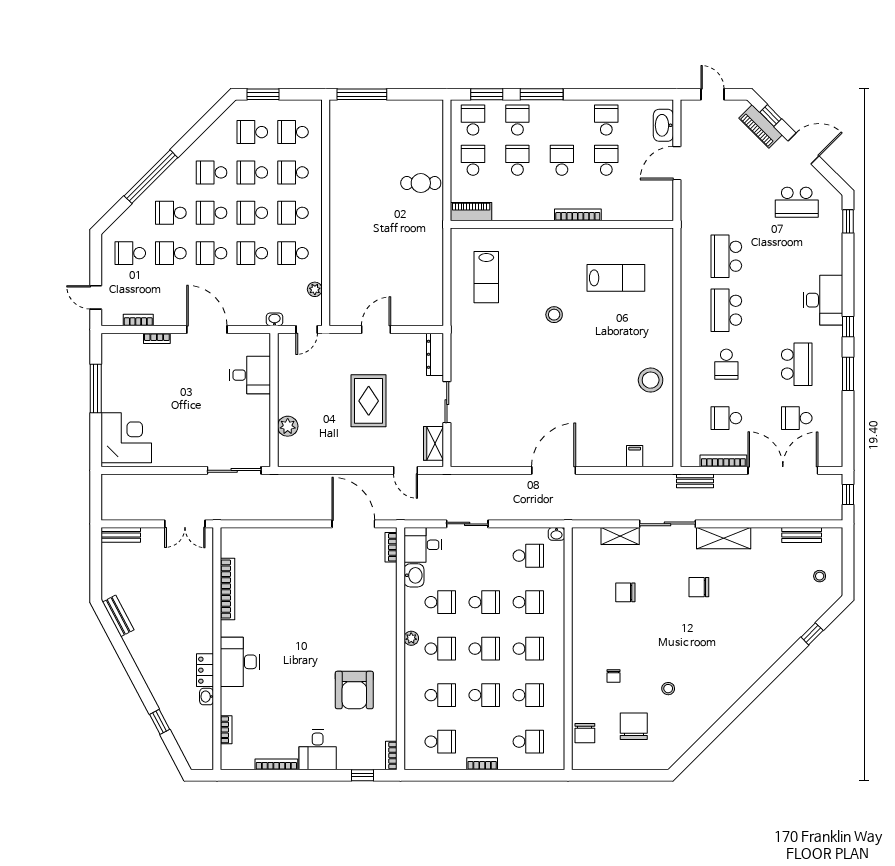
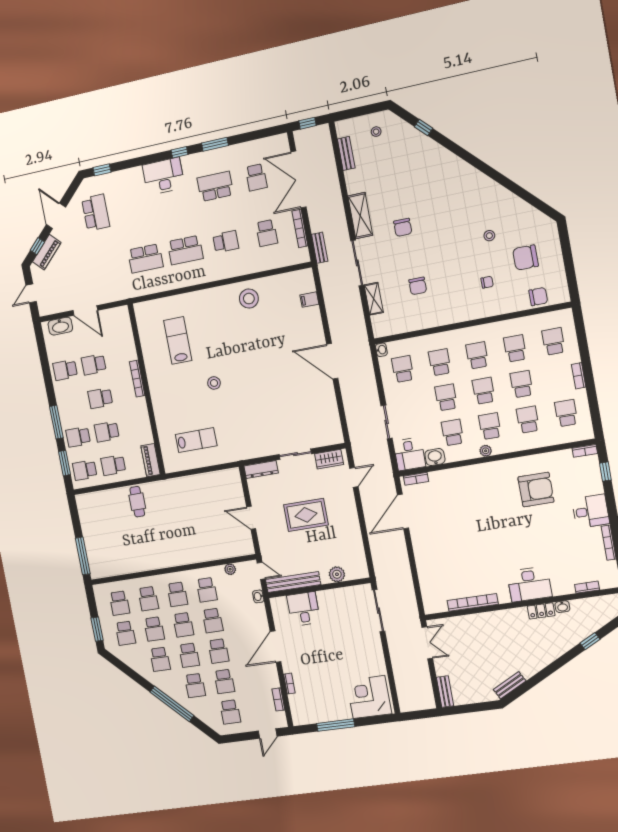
bench: (286, 368) -> (293, 582), added

